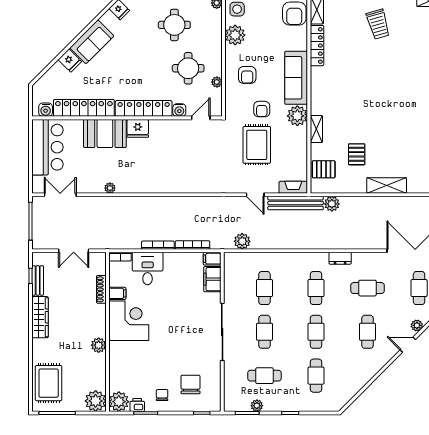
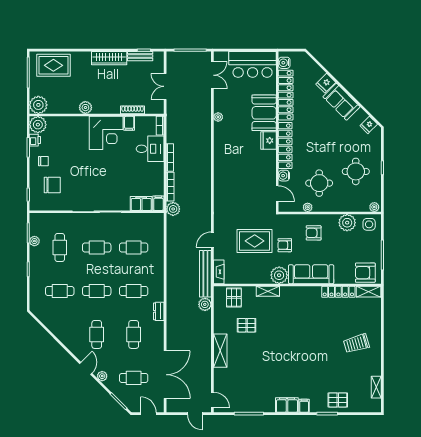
plant: (242, 241) -> (173, 209), moved
cafe table: (368, 332) -> (97, 334), turned 90

